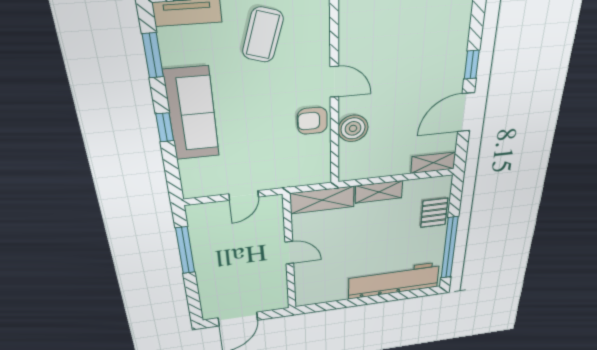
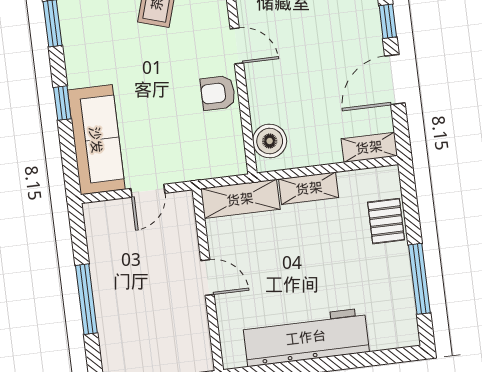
sofa: (192, 114) -> (96, 140), moved
boiler: (353, 128) -> (270, 141), moved
window: (449, 248) -> (419, 279), width x0.68
window: (185, 250) -> (86, 299), moved
workbench: (394, 281) -> (306, 337), moved

